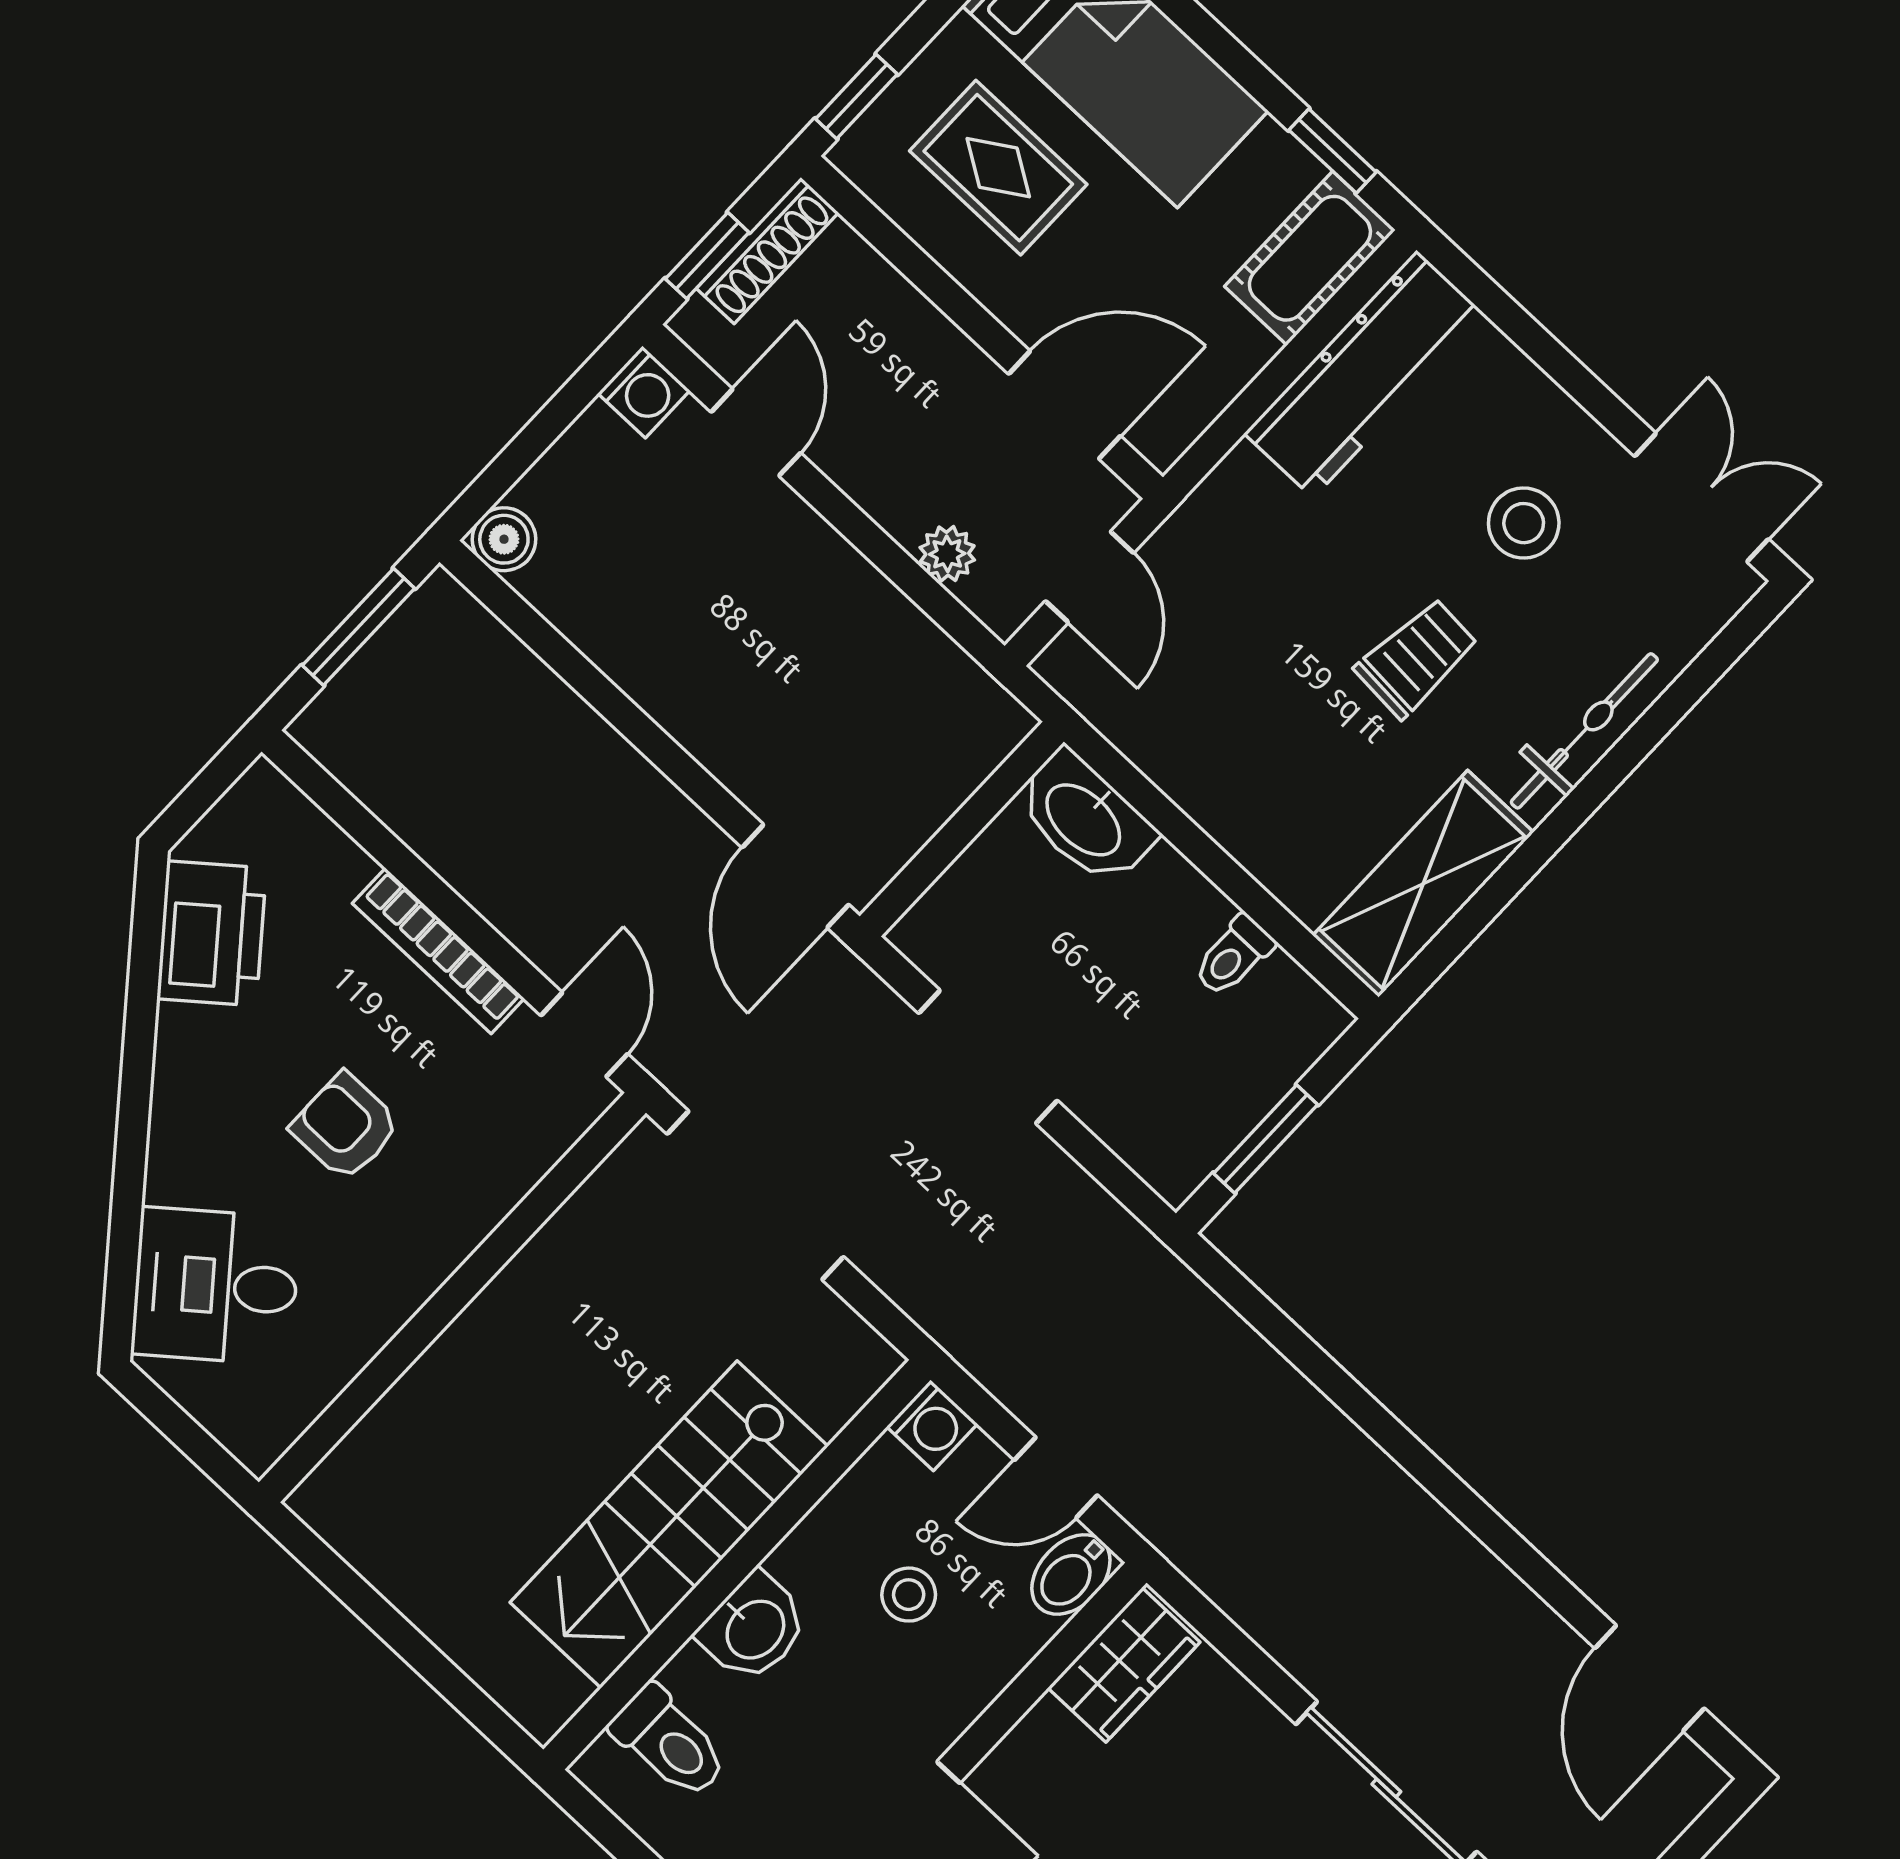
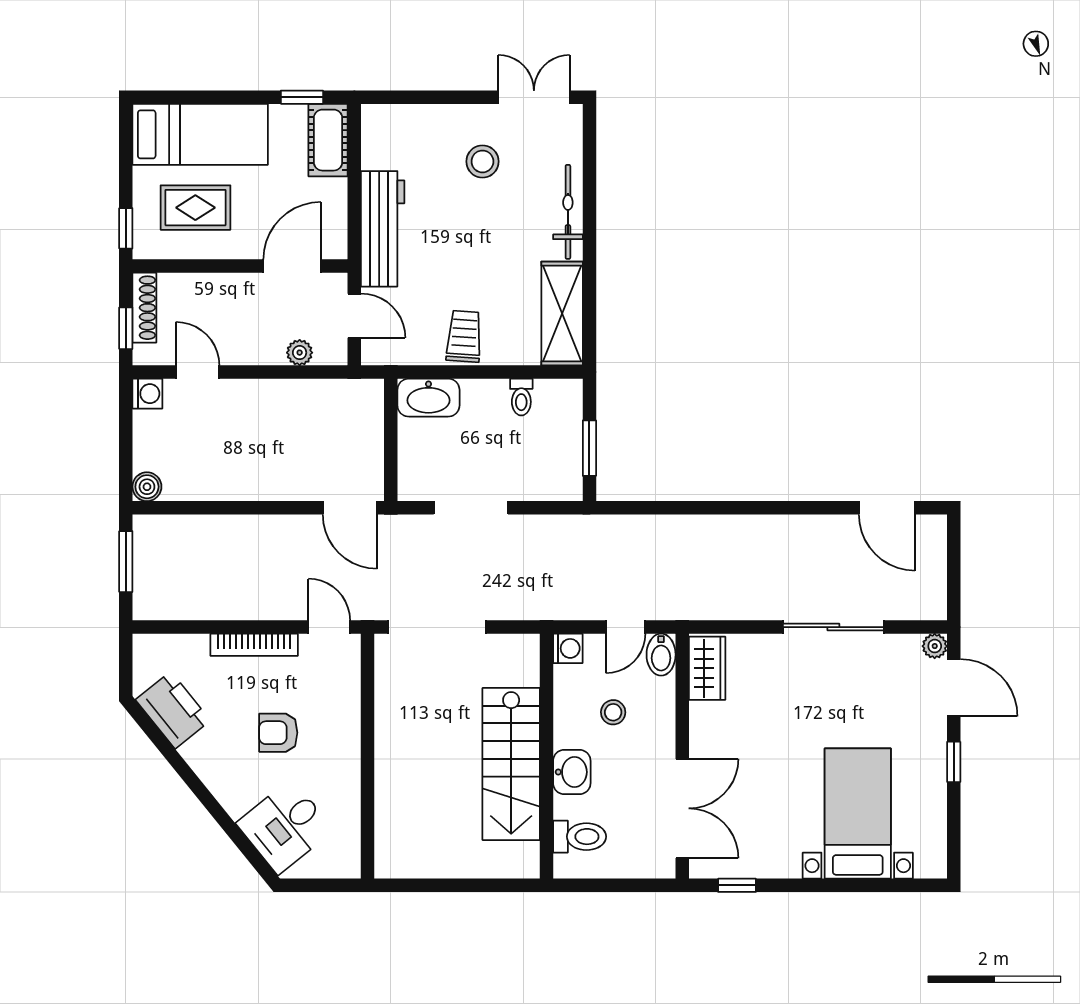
workbench: (1365, 374) -> (383, 229), moved
trolley: (1417, 658) -> (464, 336), moved

